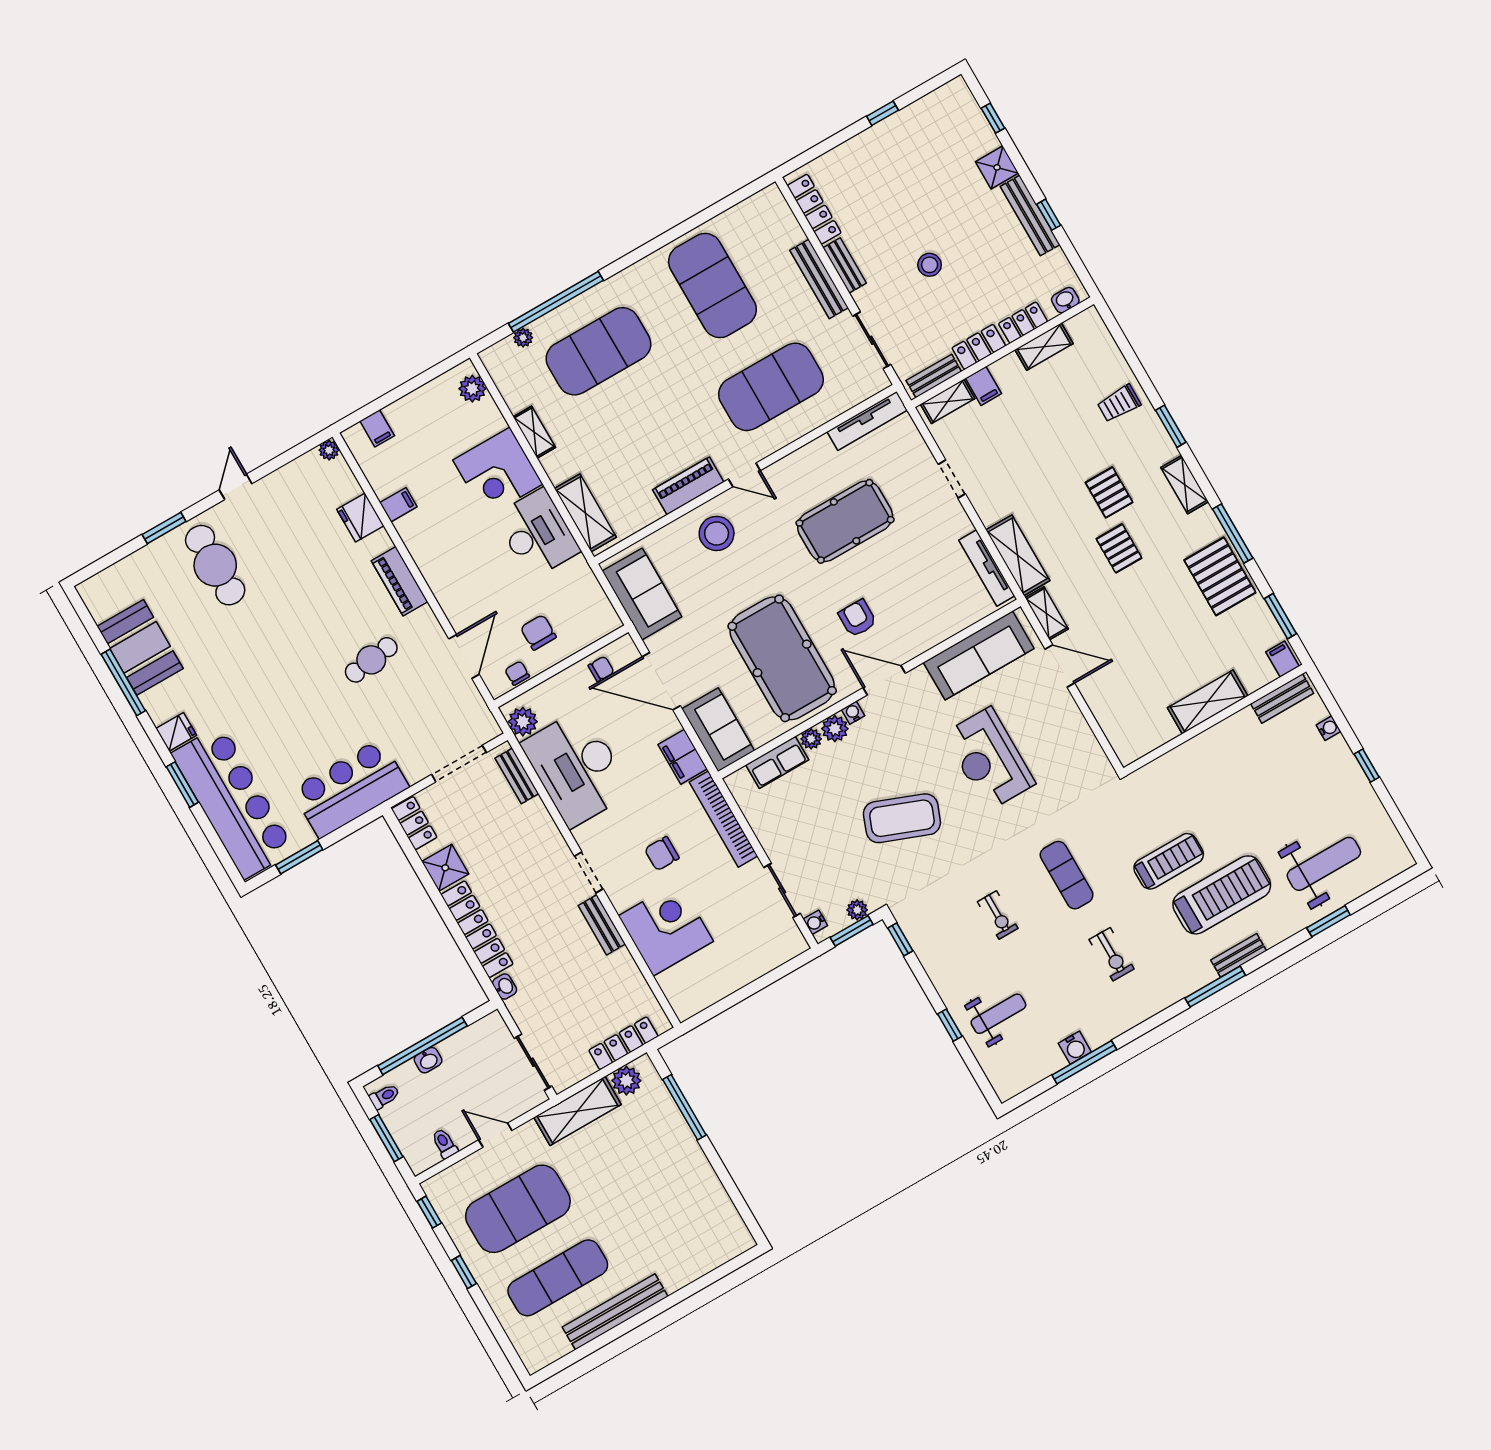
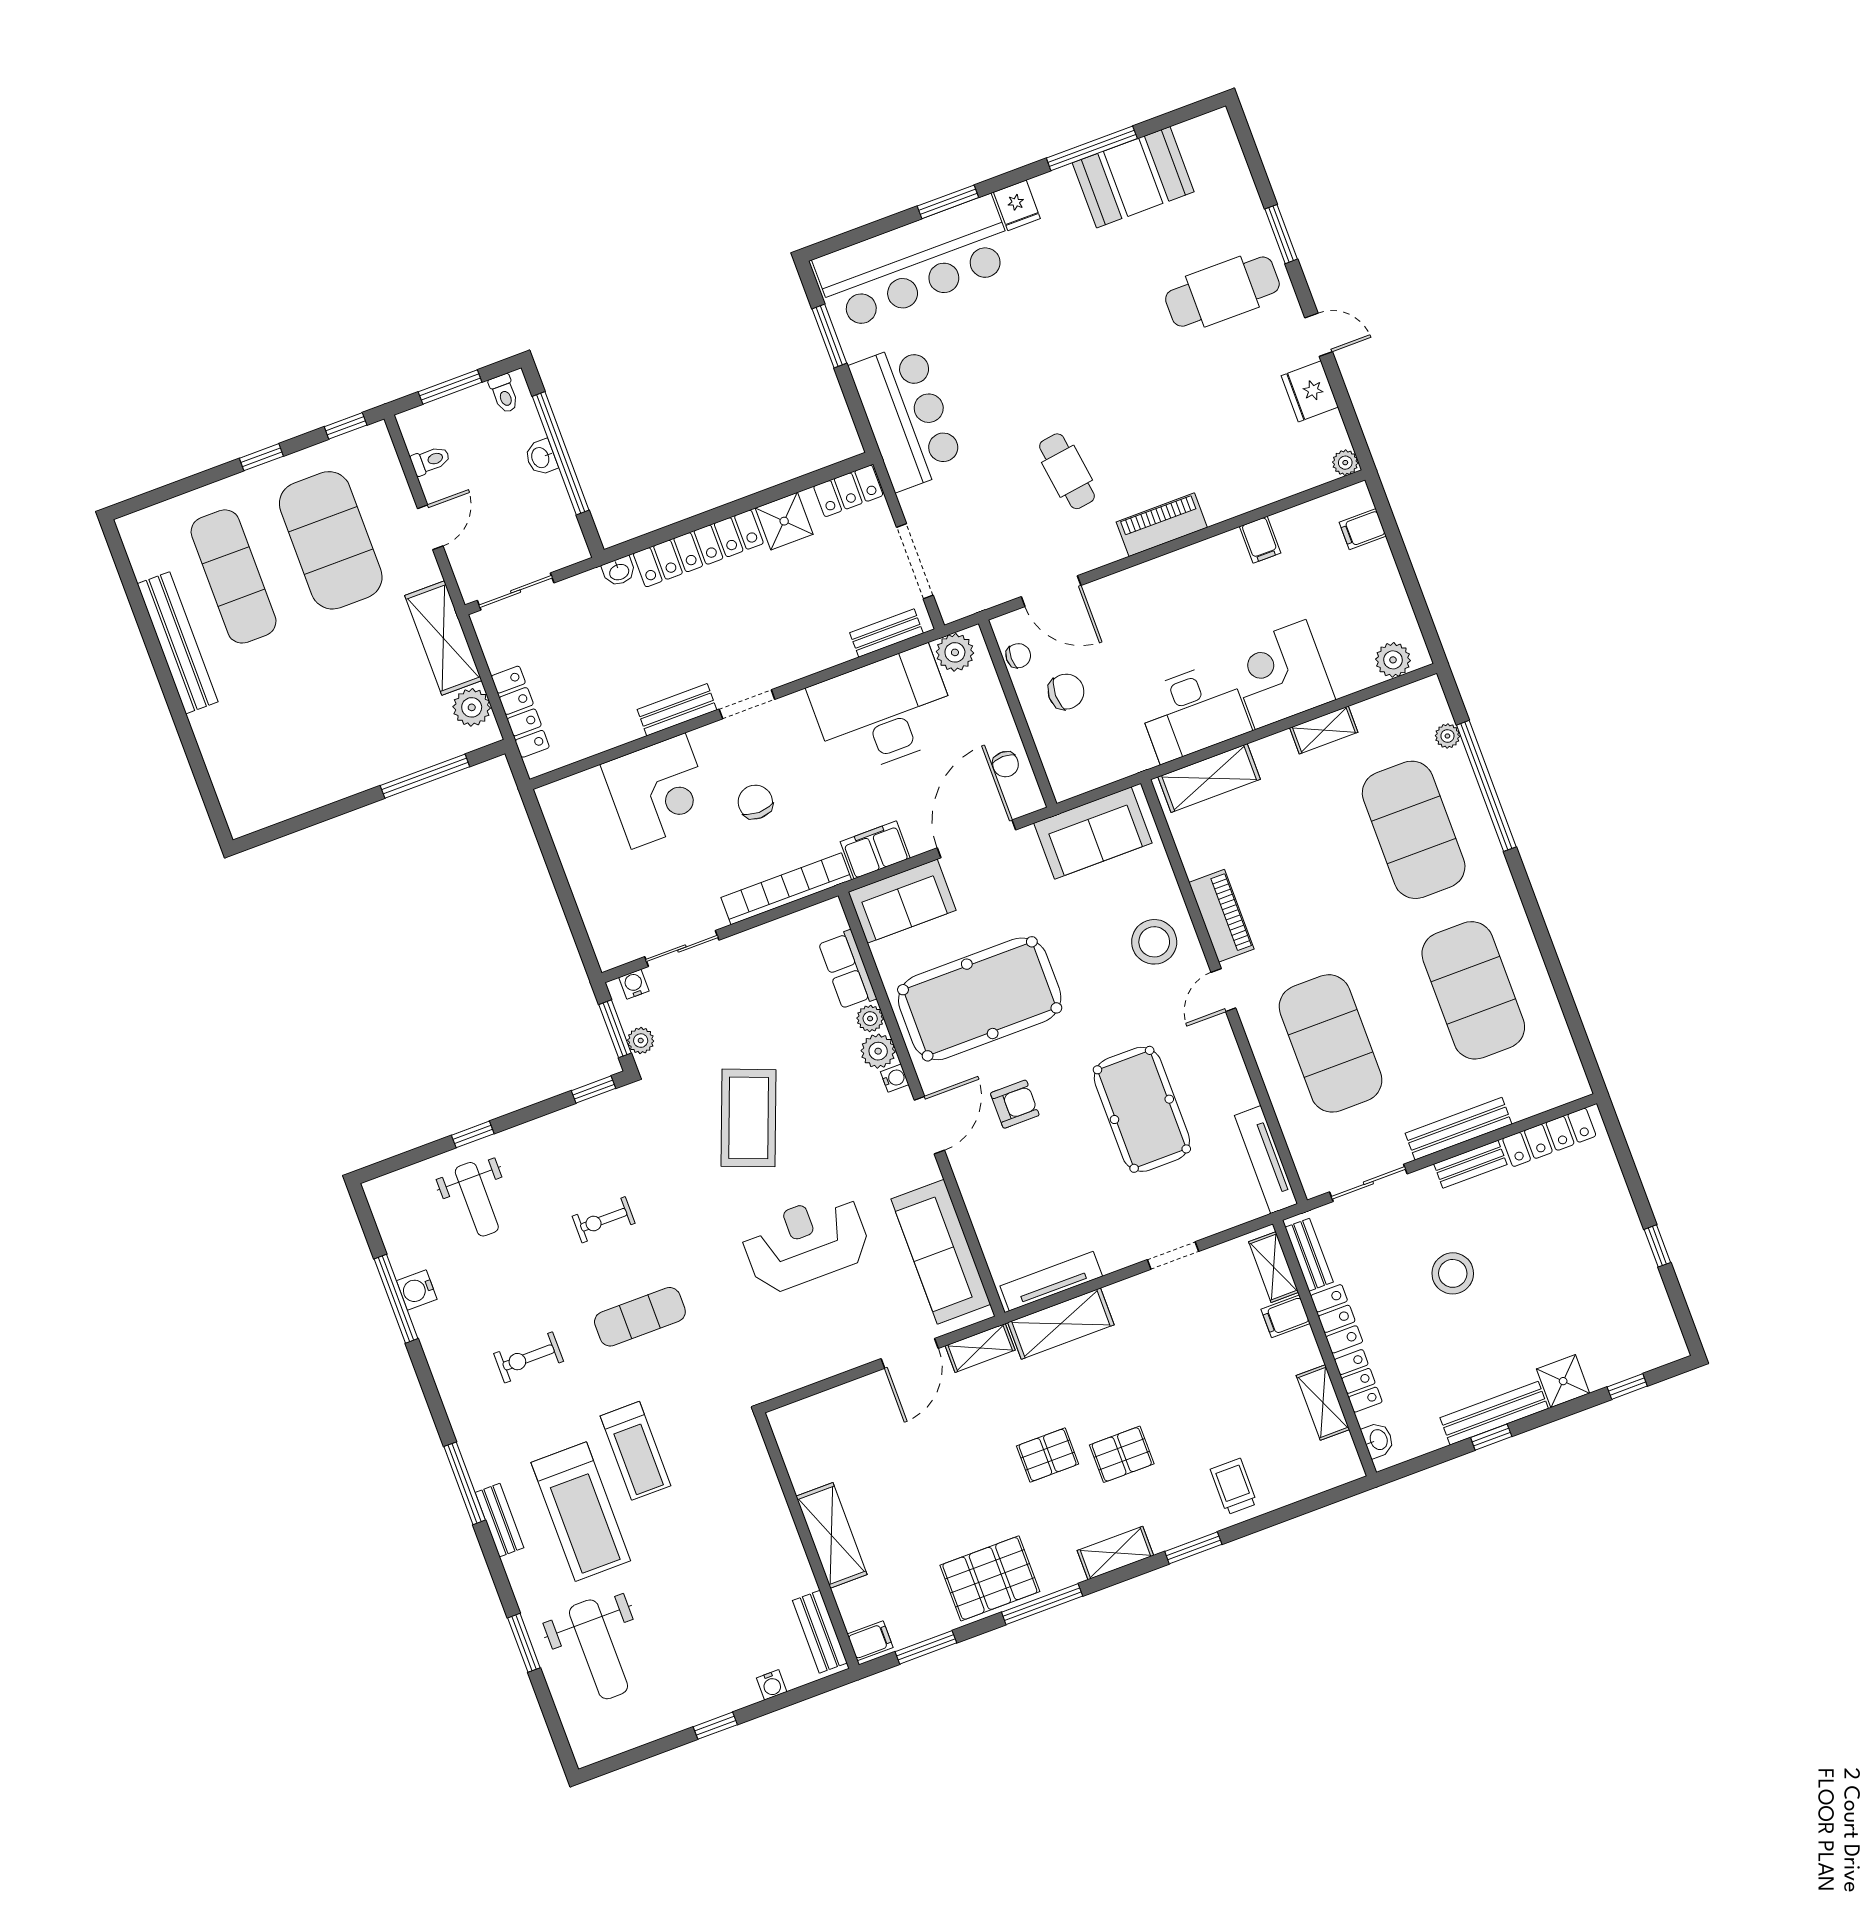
stool: (930, 265) -> (1453, 1273), width x1.38, depth x1.38
exercise mat: (712, 286) -> (1473, 990), turned 90
fridge: (360, 517) -> (1310, 391), moved, turned -90

